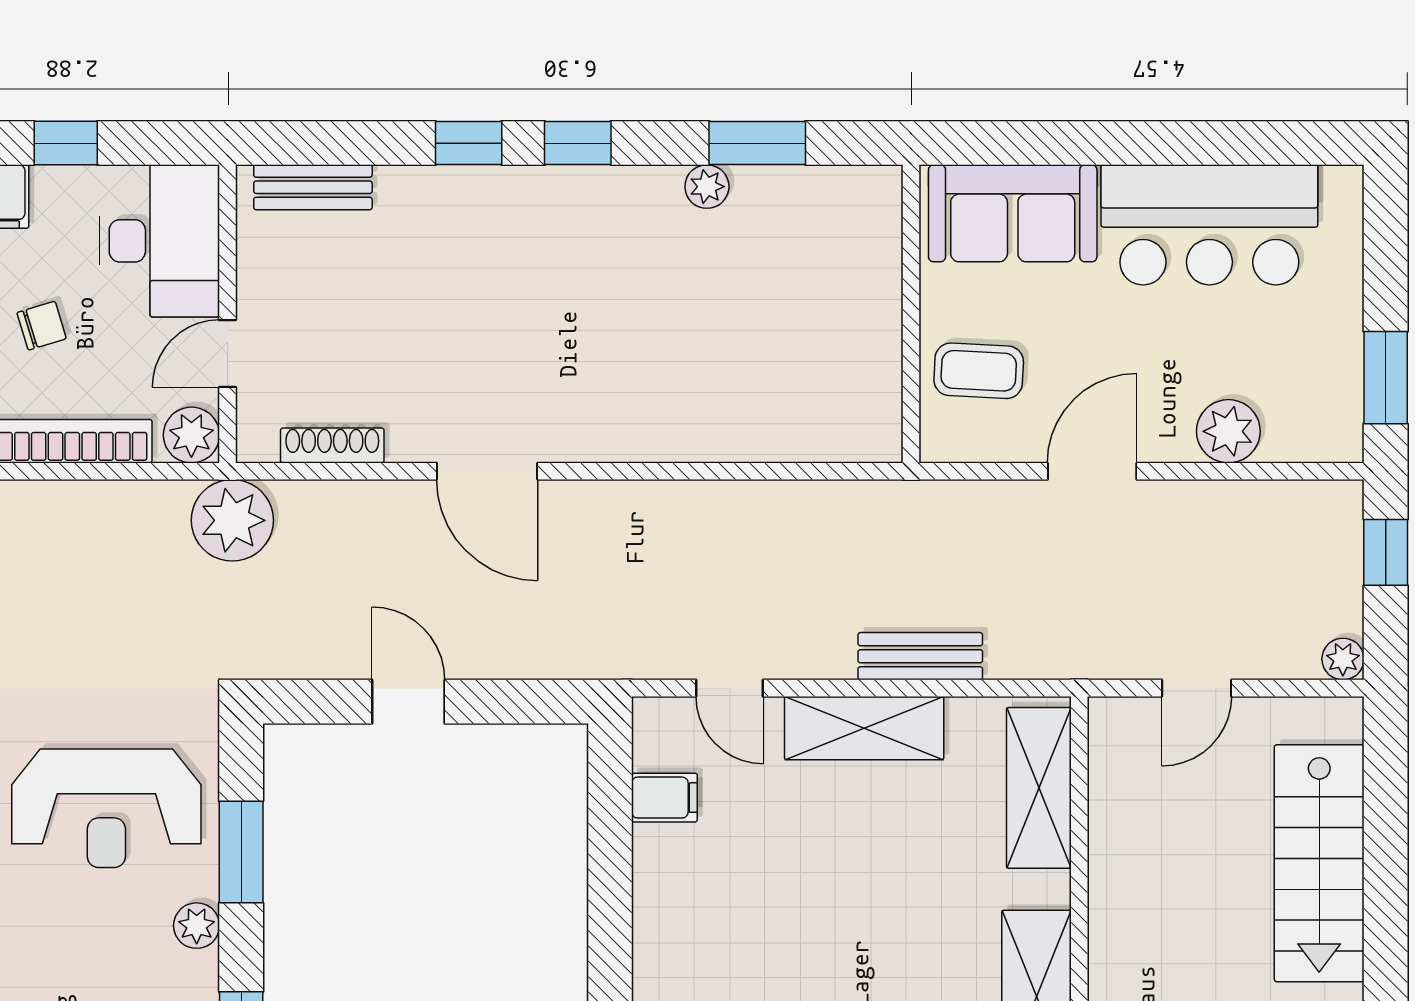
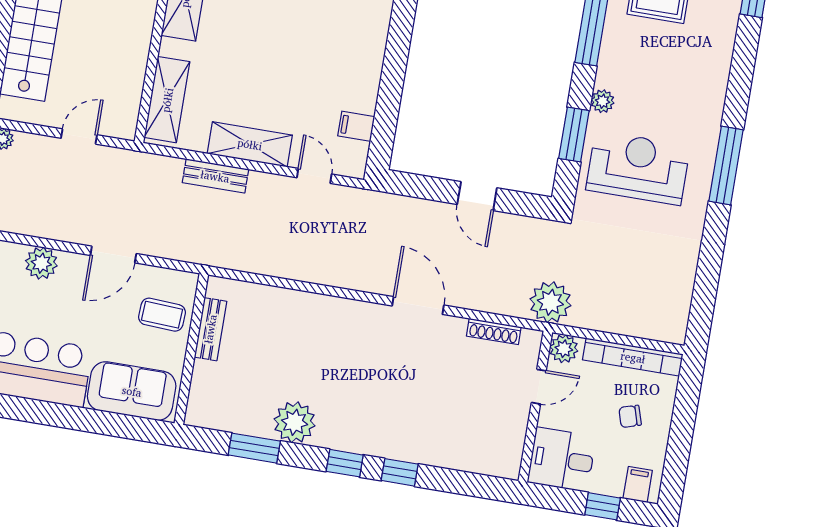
bench: (313, 187) -> (210, 329), moved, turned 90
plant: (707, 187) -> (295, 422), width x1.87, depth x1.87
desk: (160, 241) -> (562, 460), width x0.73

